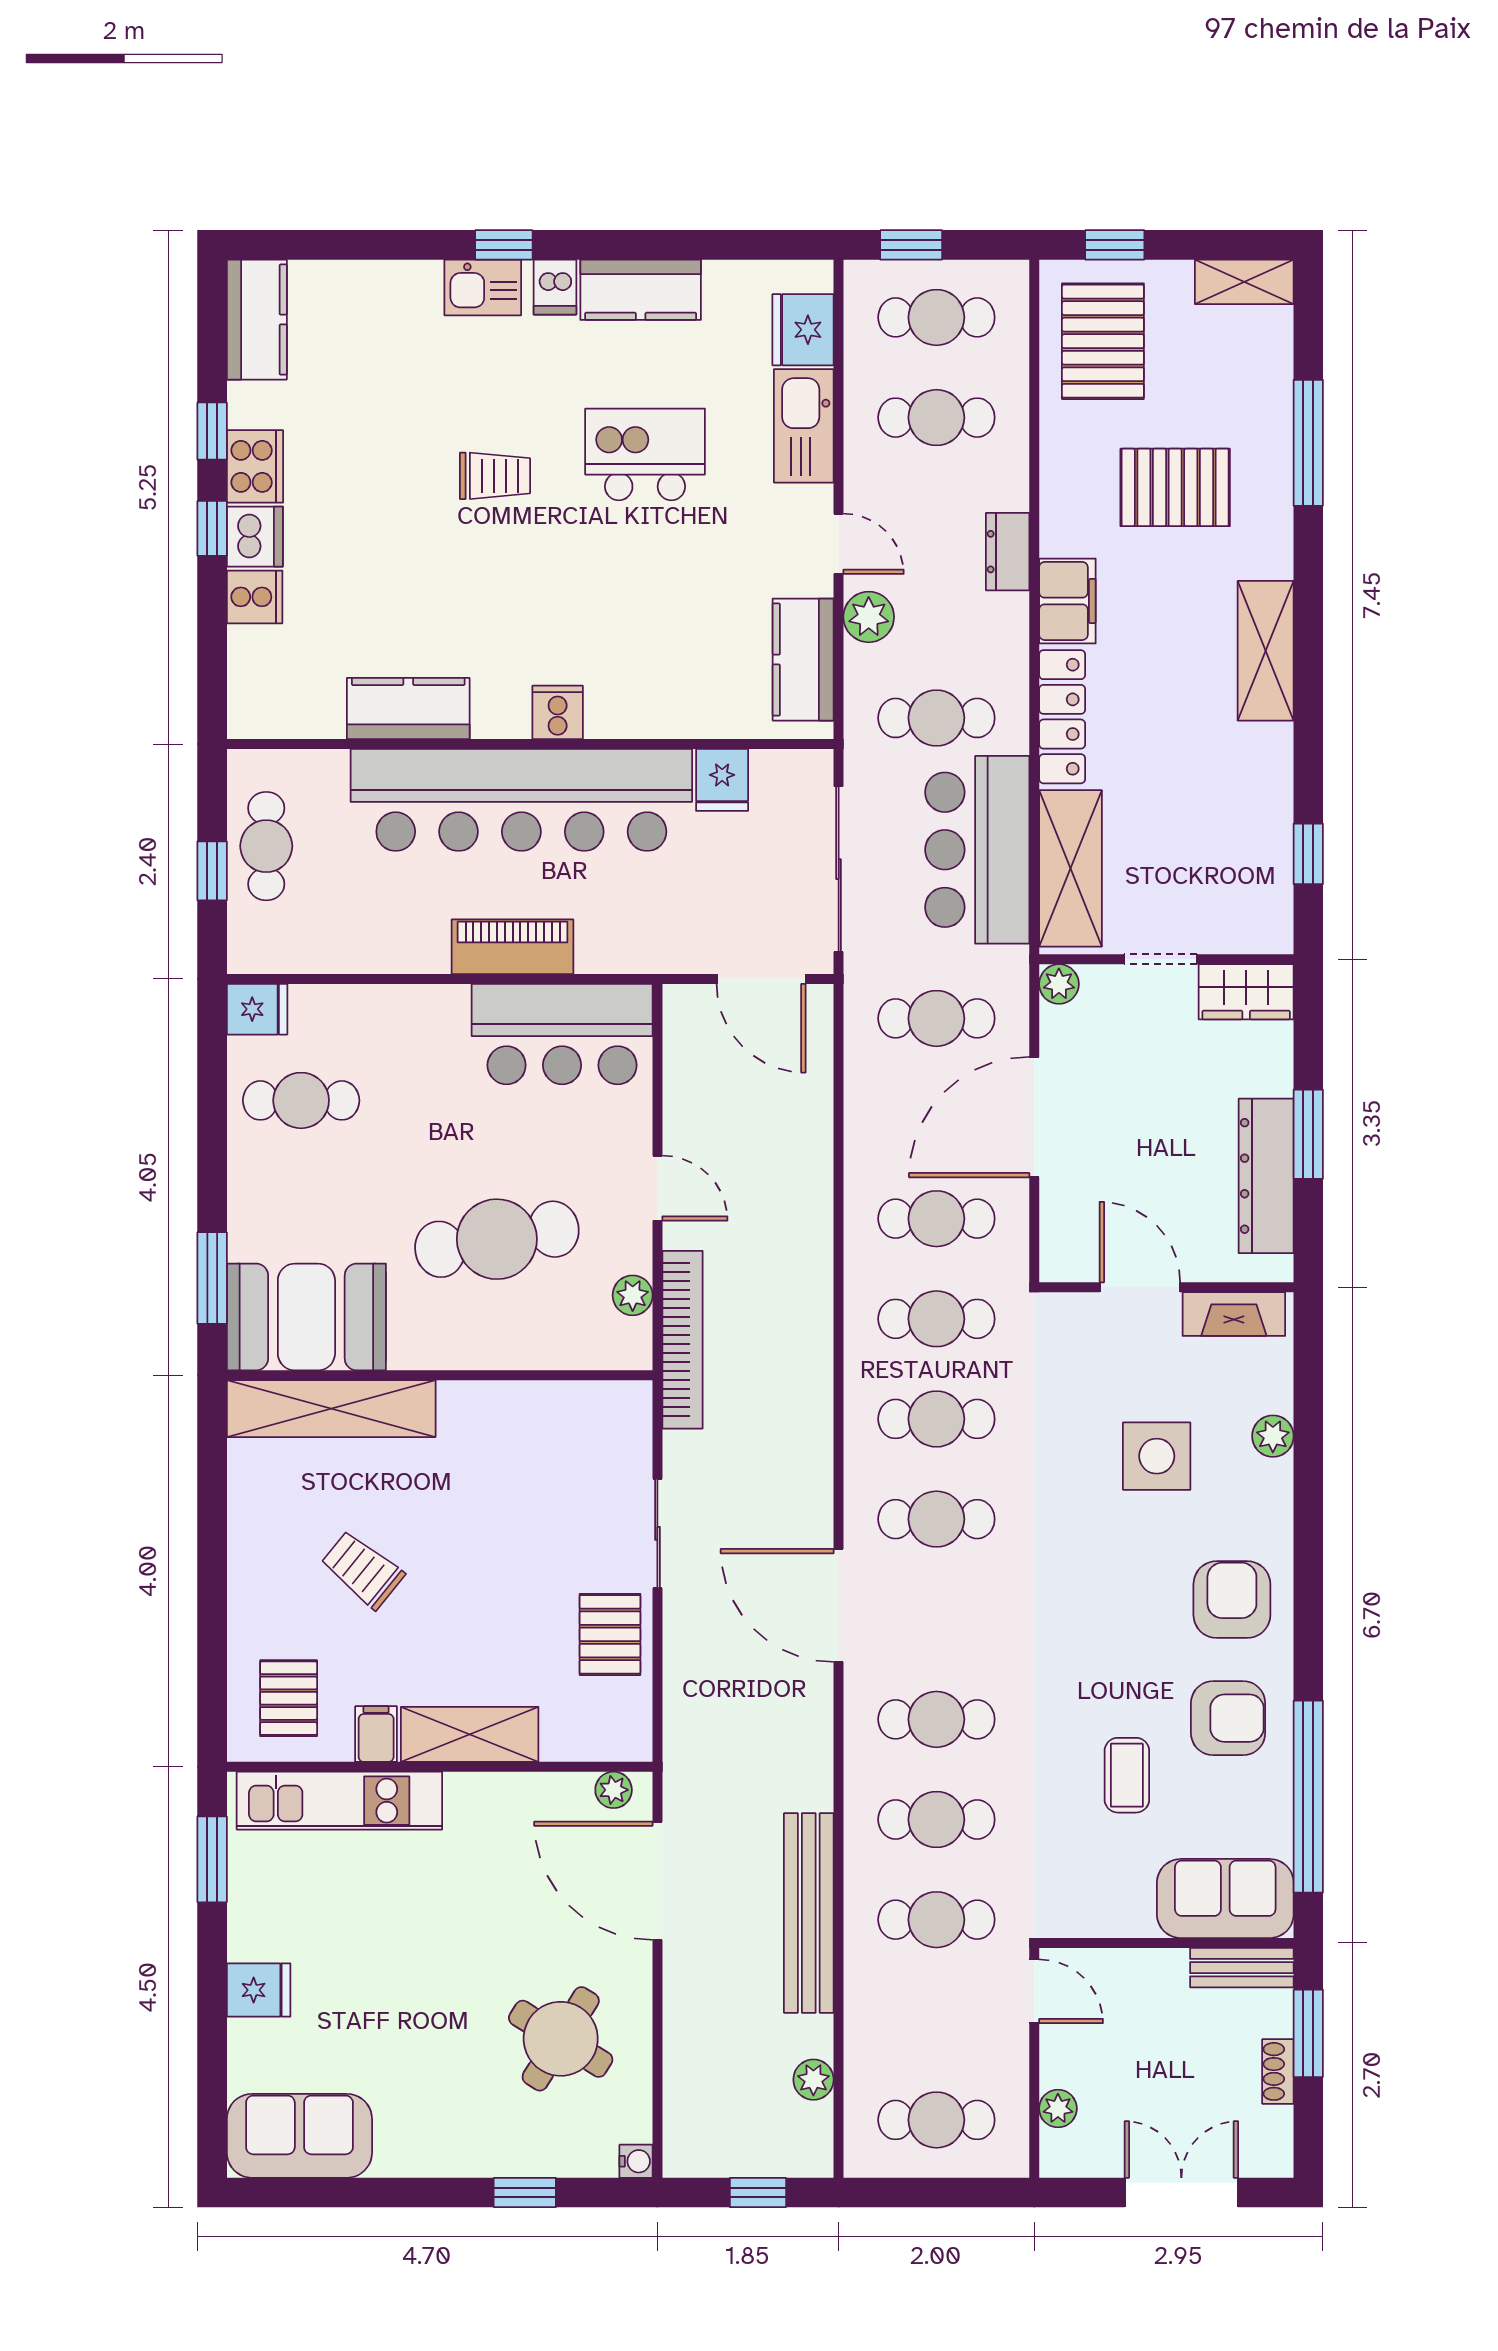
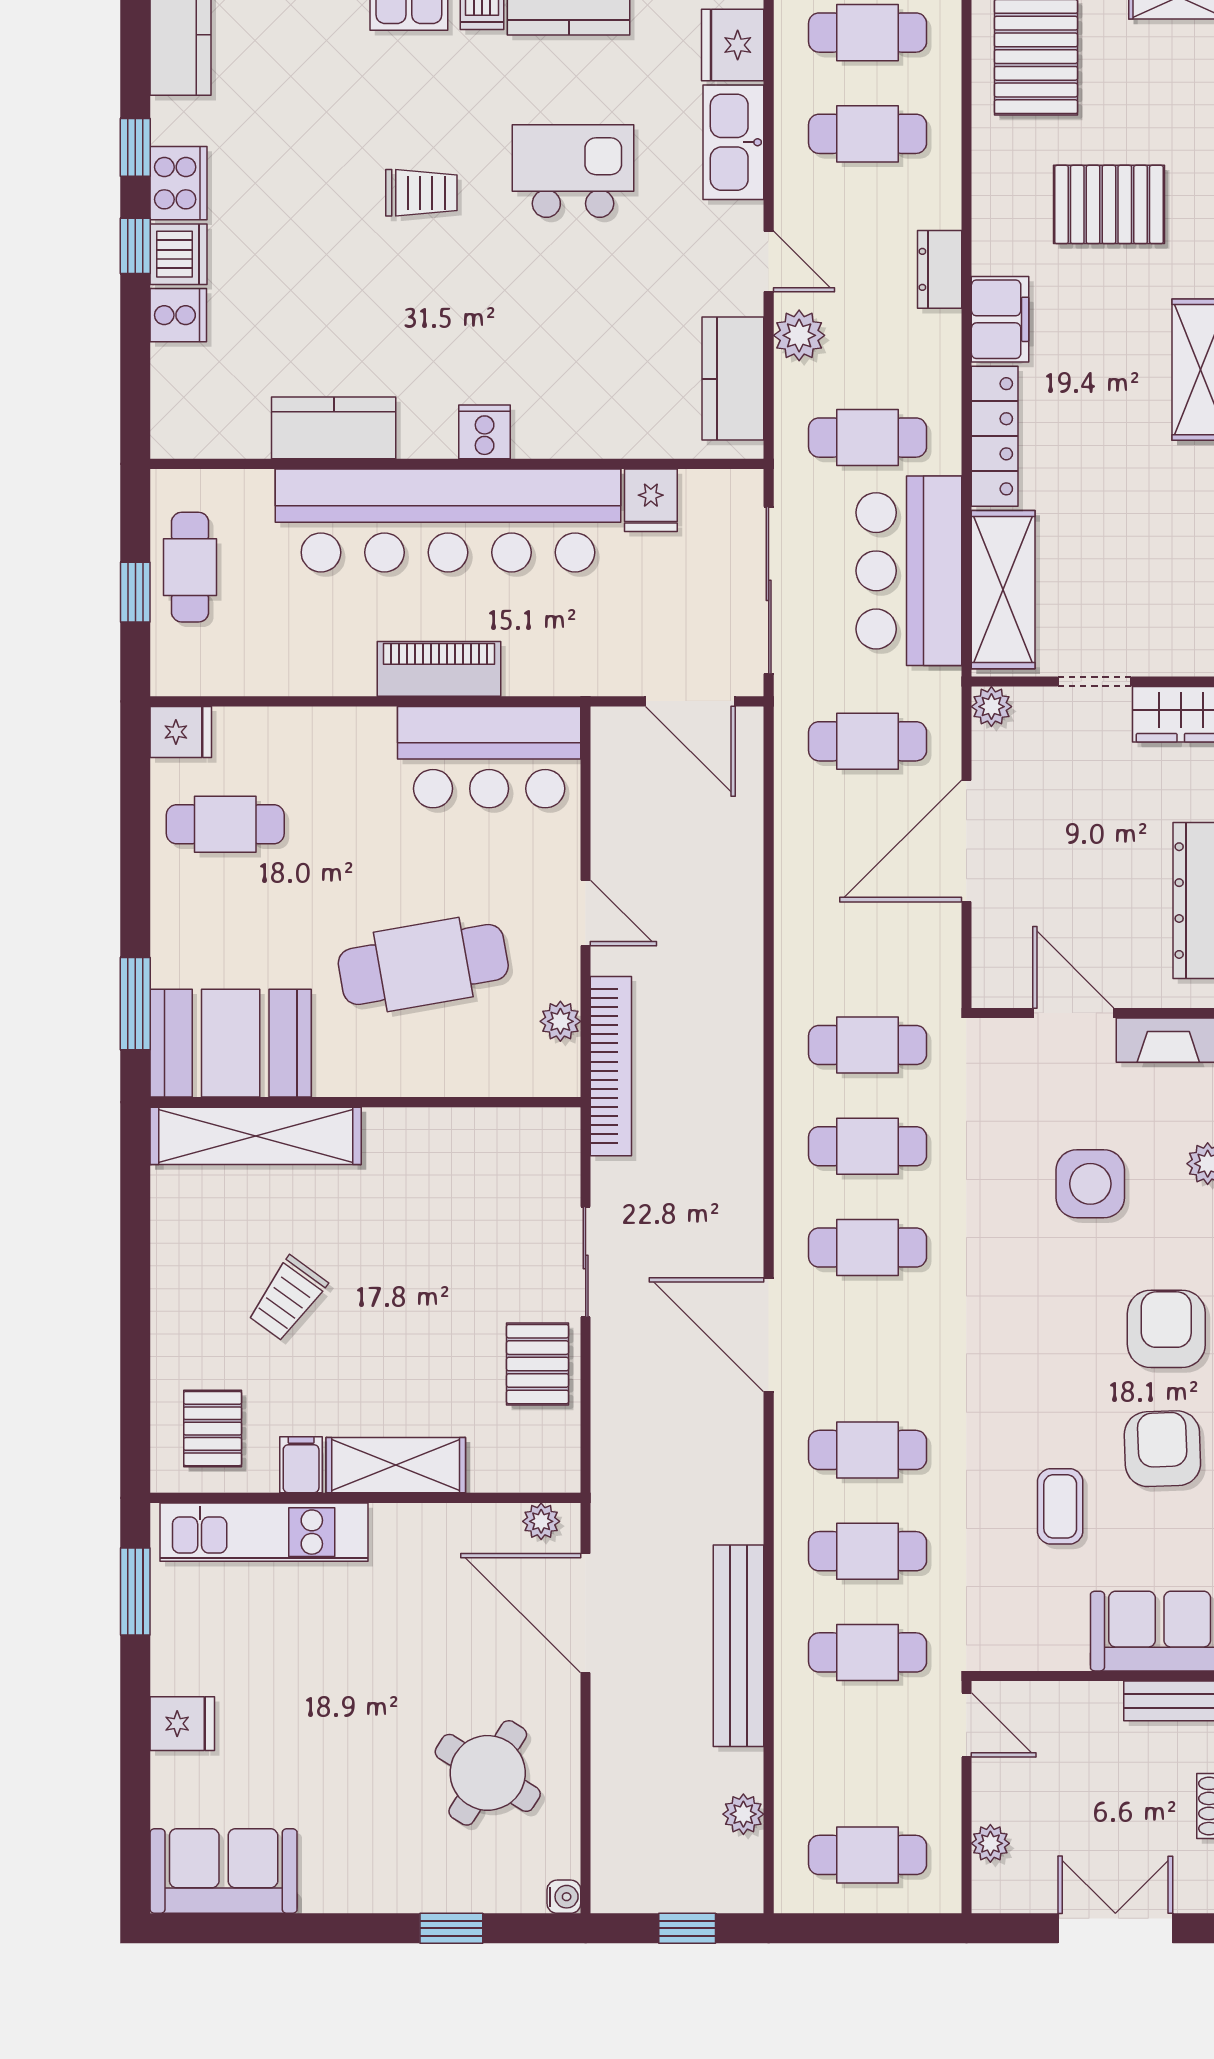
cafe table: (936, 1219) -> (868, 944), removed
trolley: (362, 1570) -> (287, 1299), turned -93
armchair: (1228, 1718) -> (1162, 1449), turned -92

